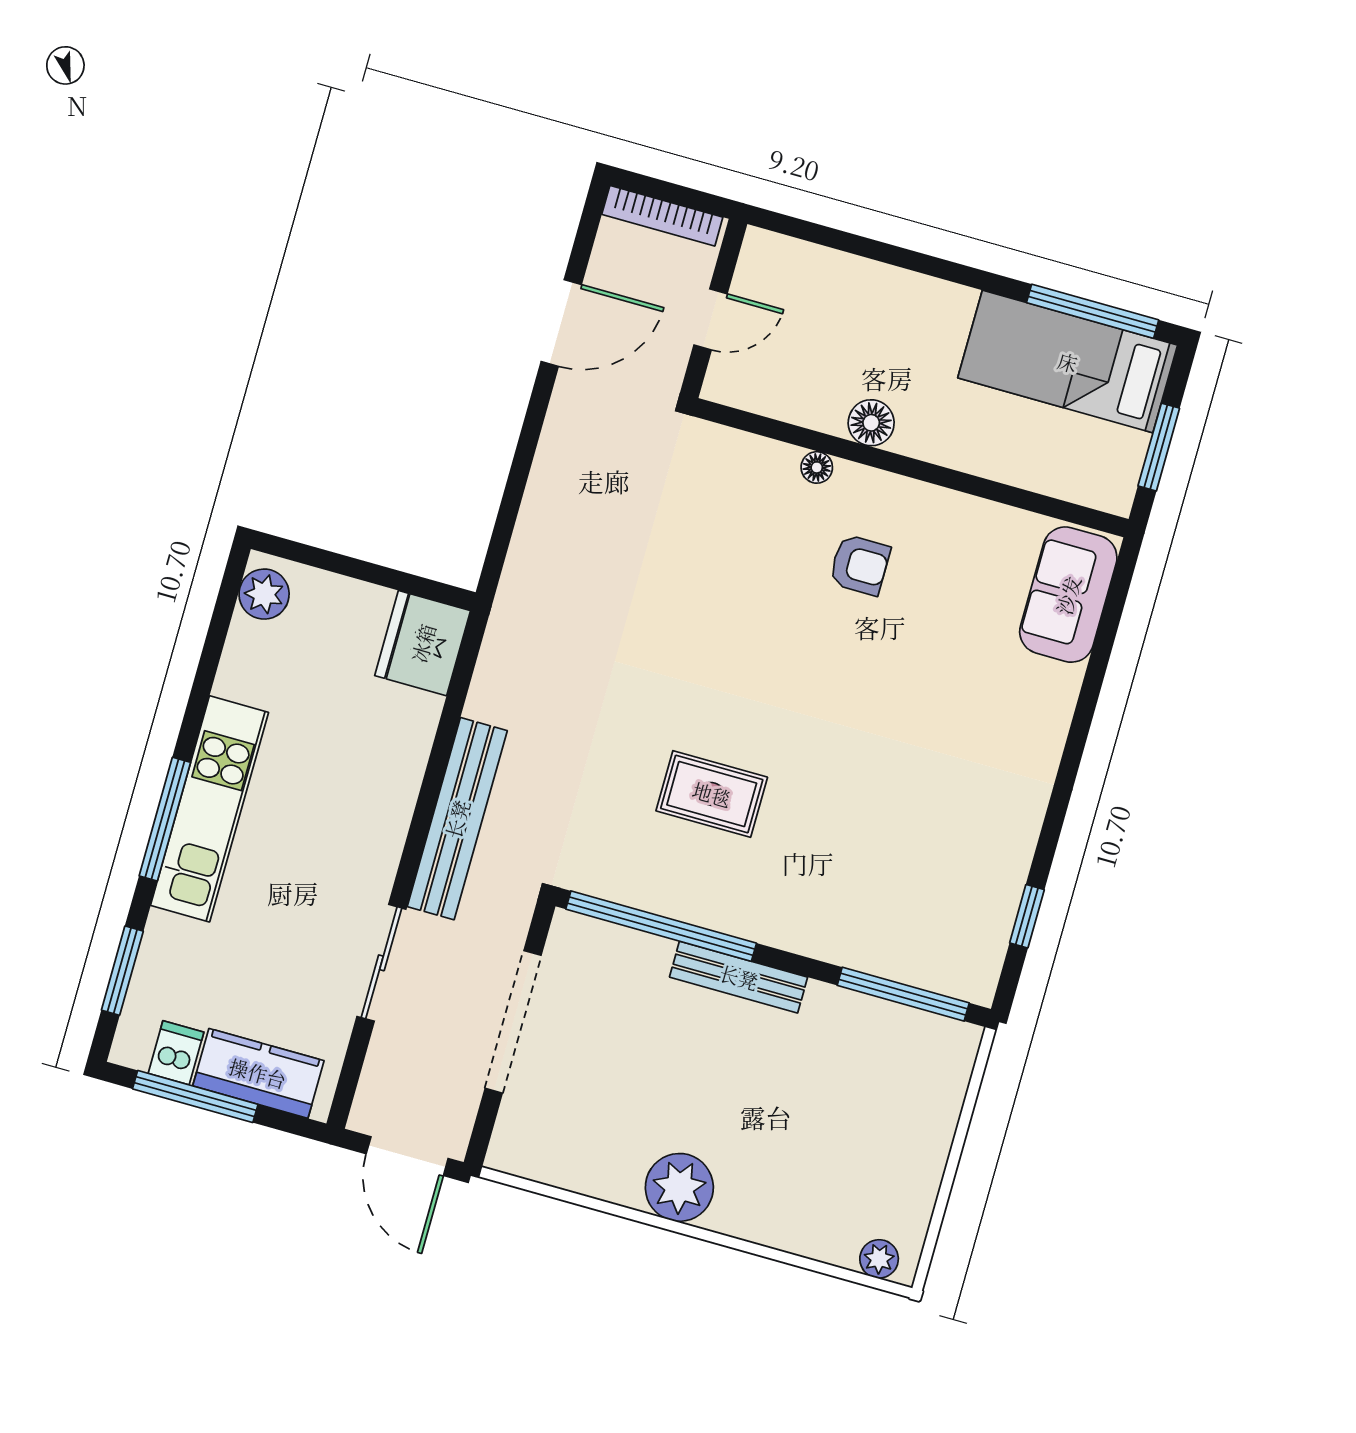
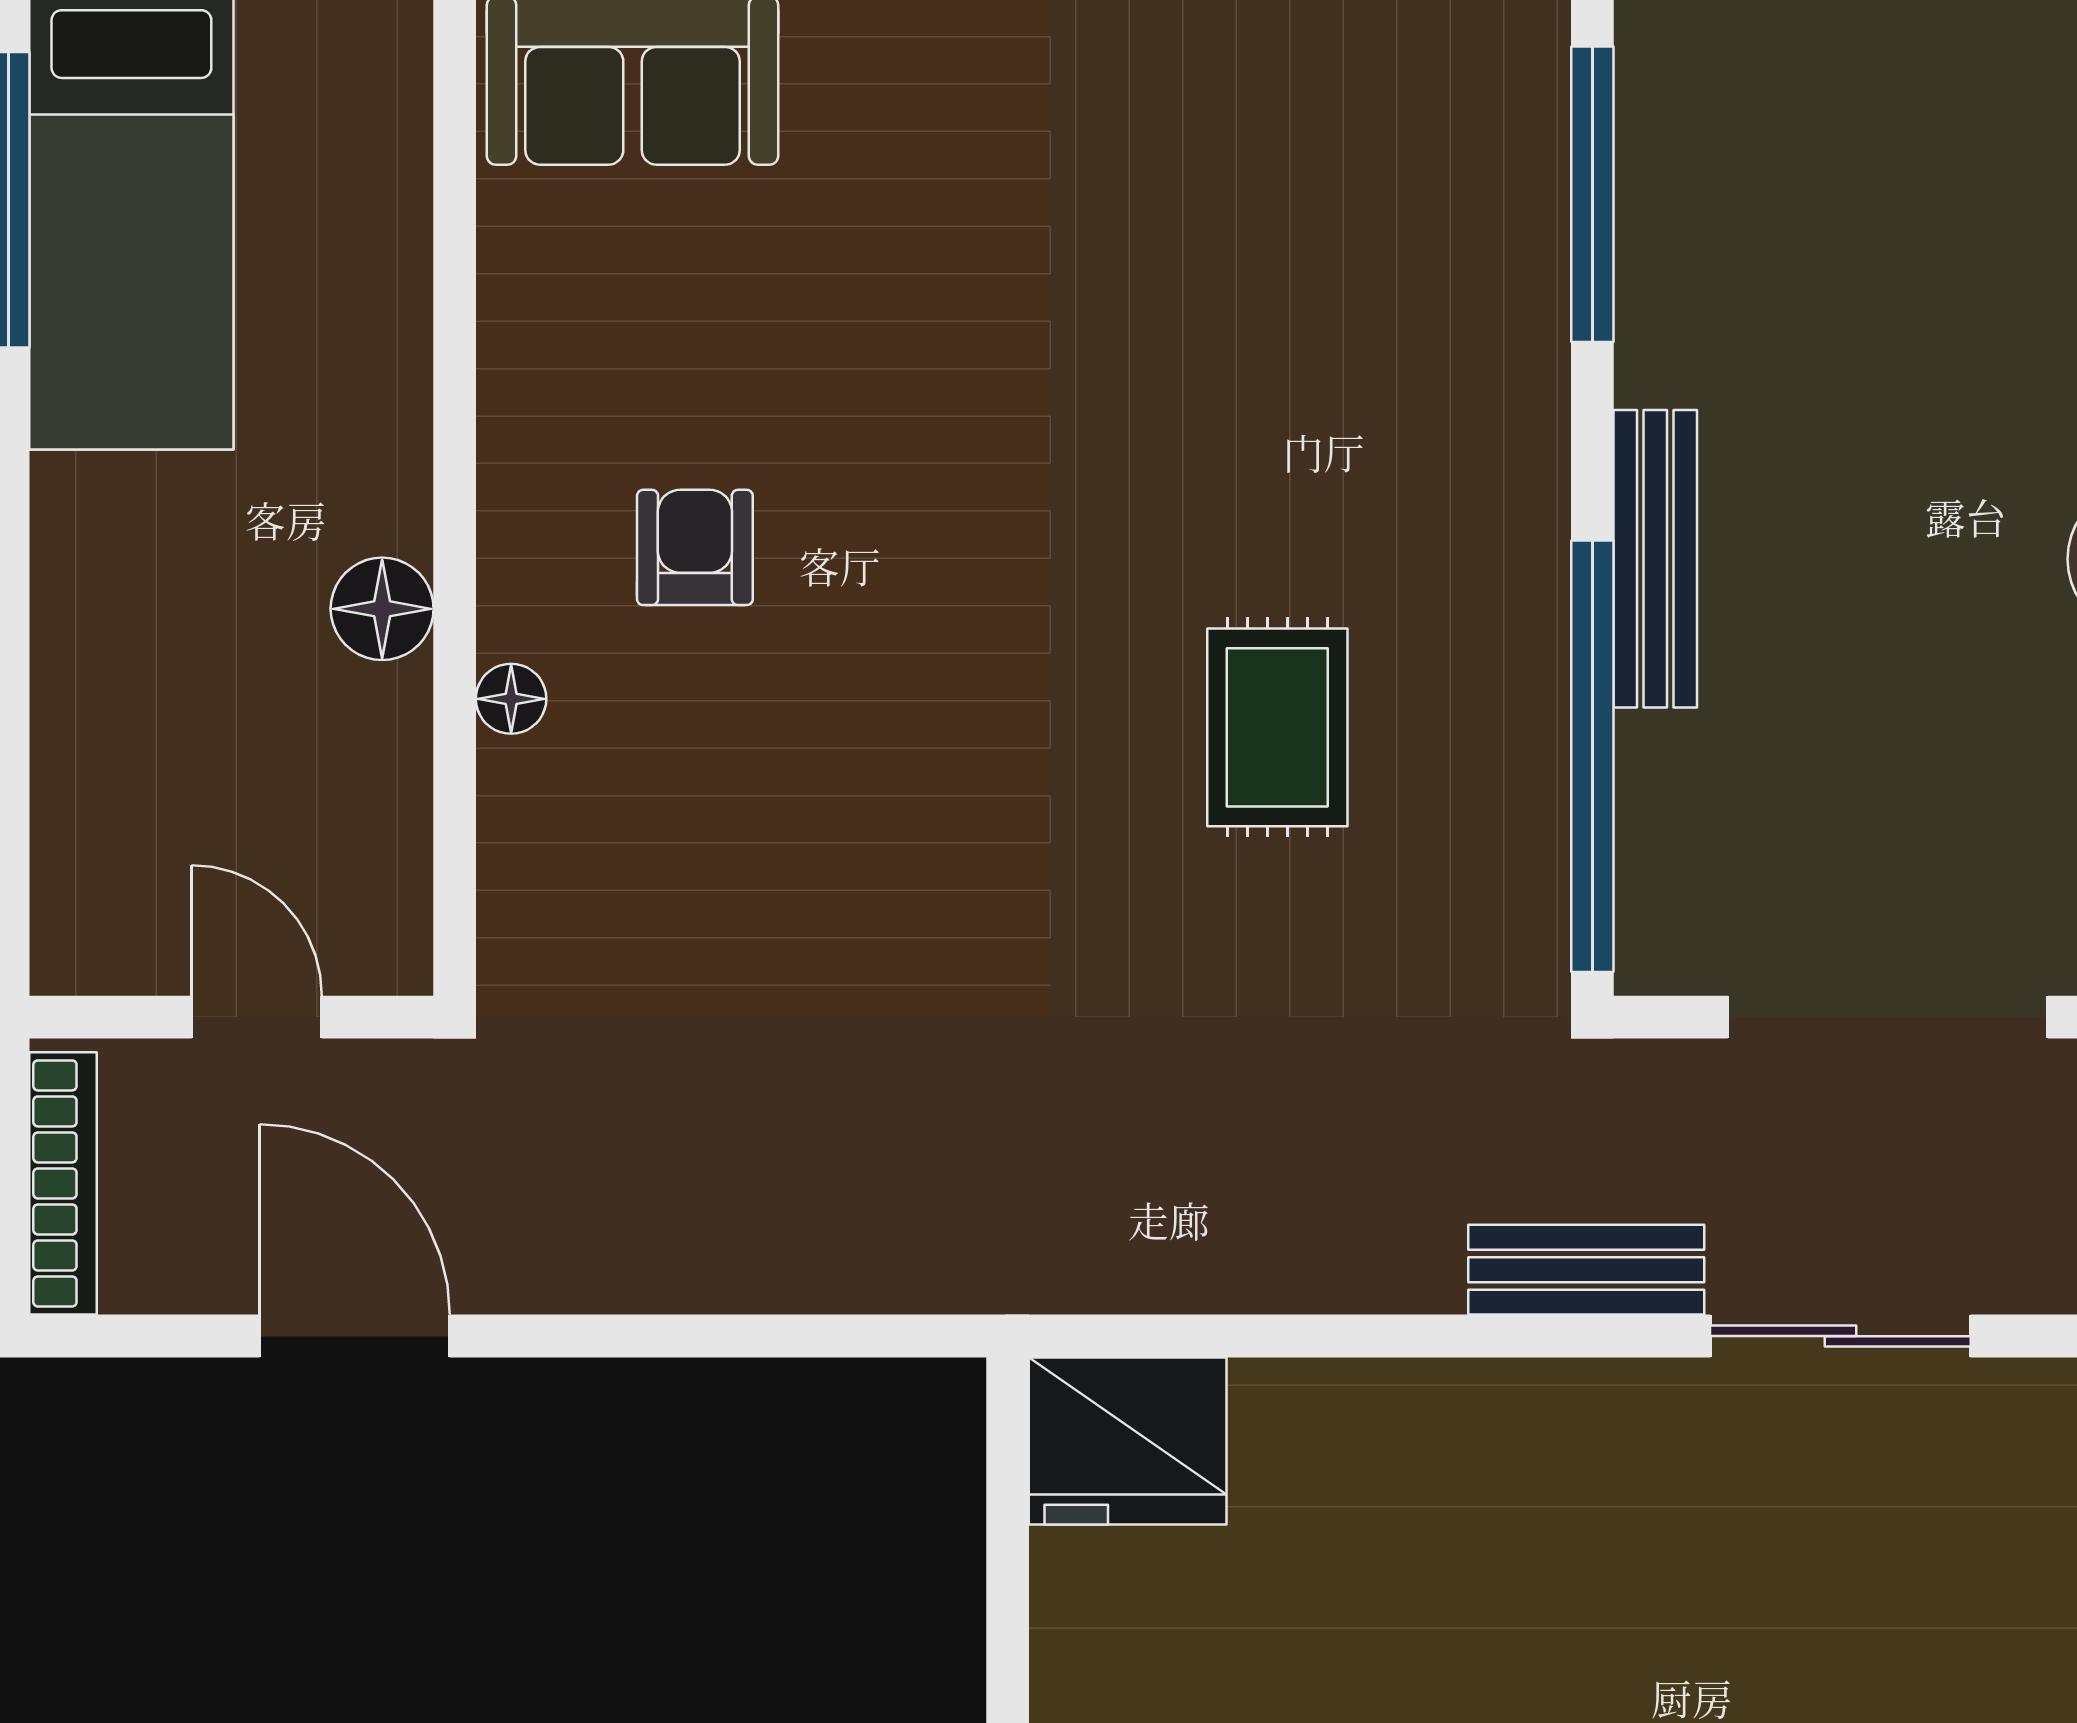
bench: (457, 819) -> (1586, 1270), width x0.54, depth x0.82

